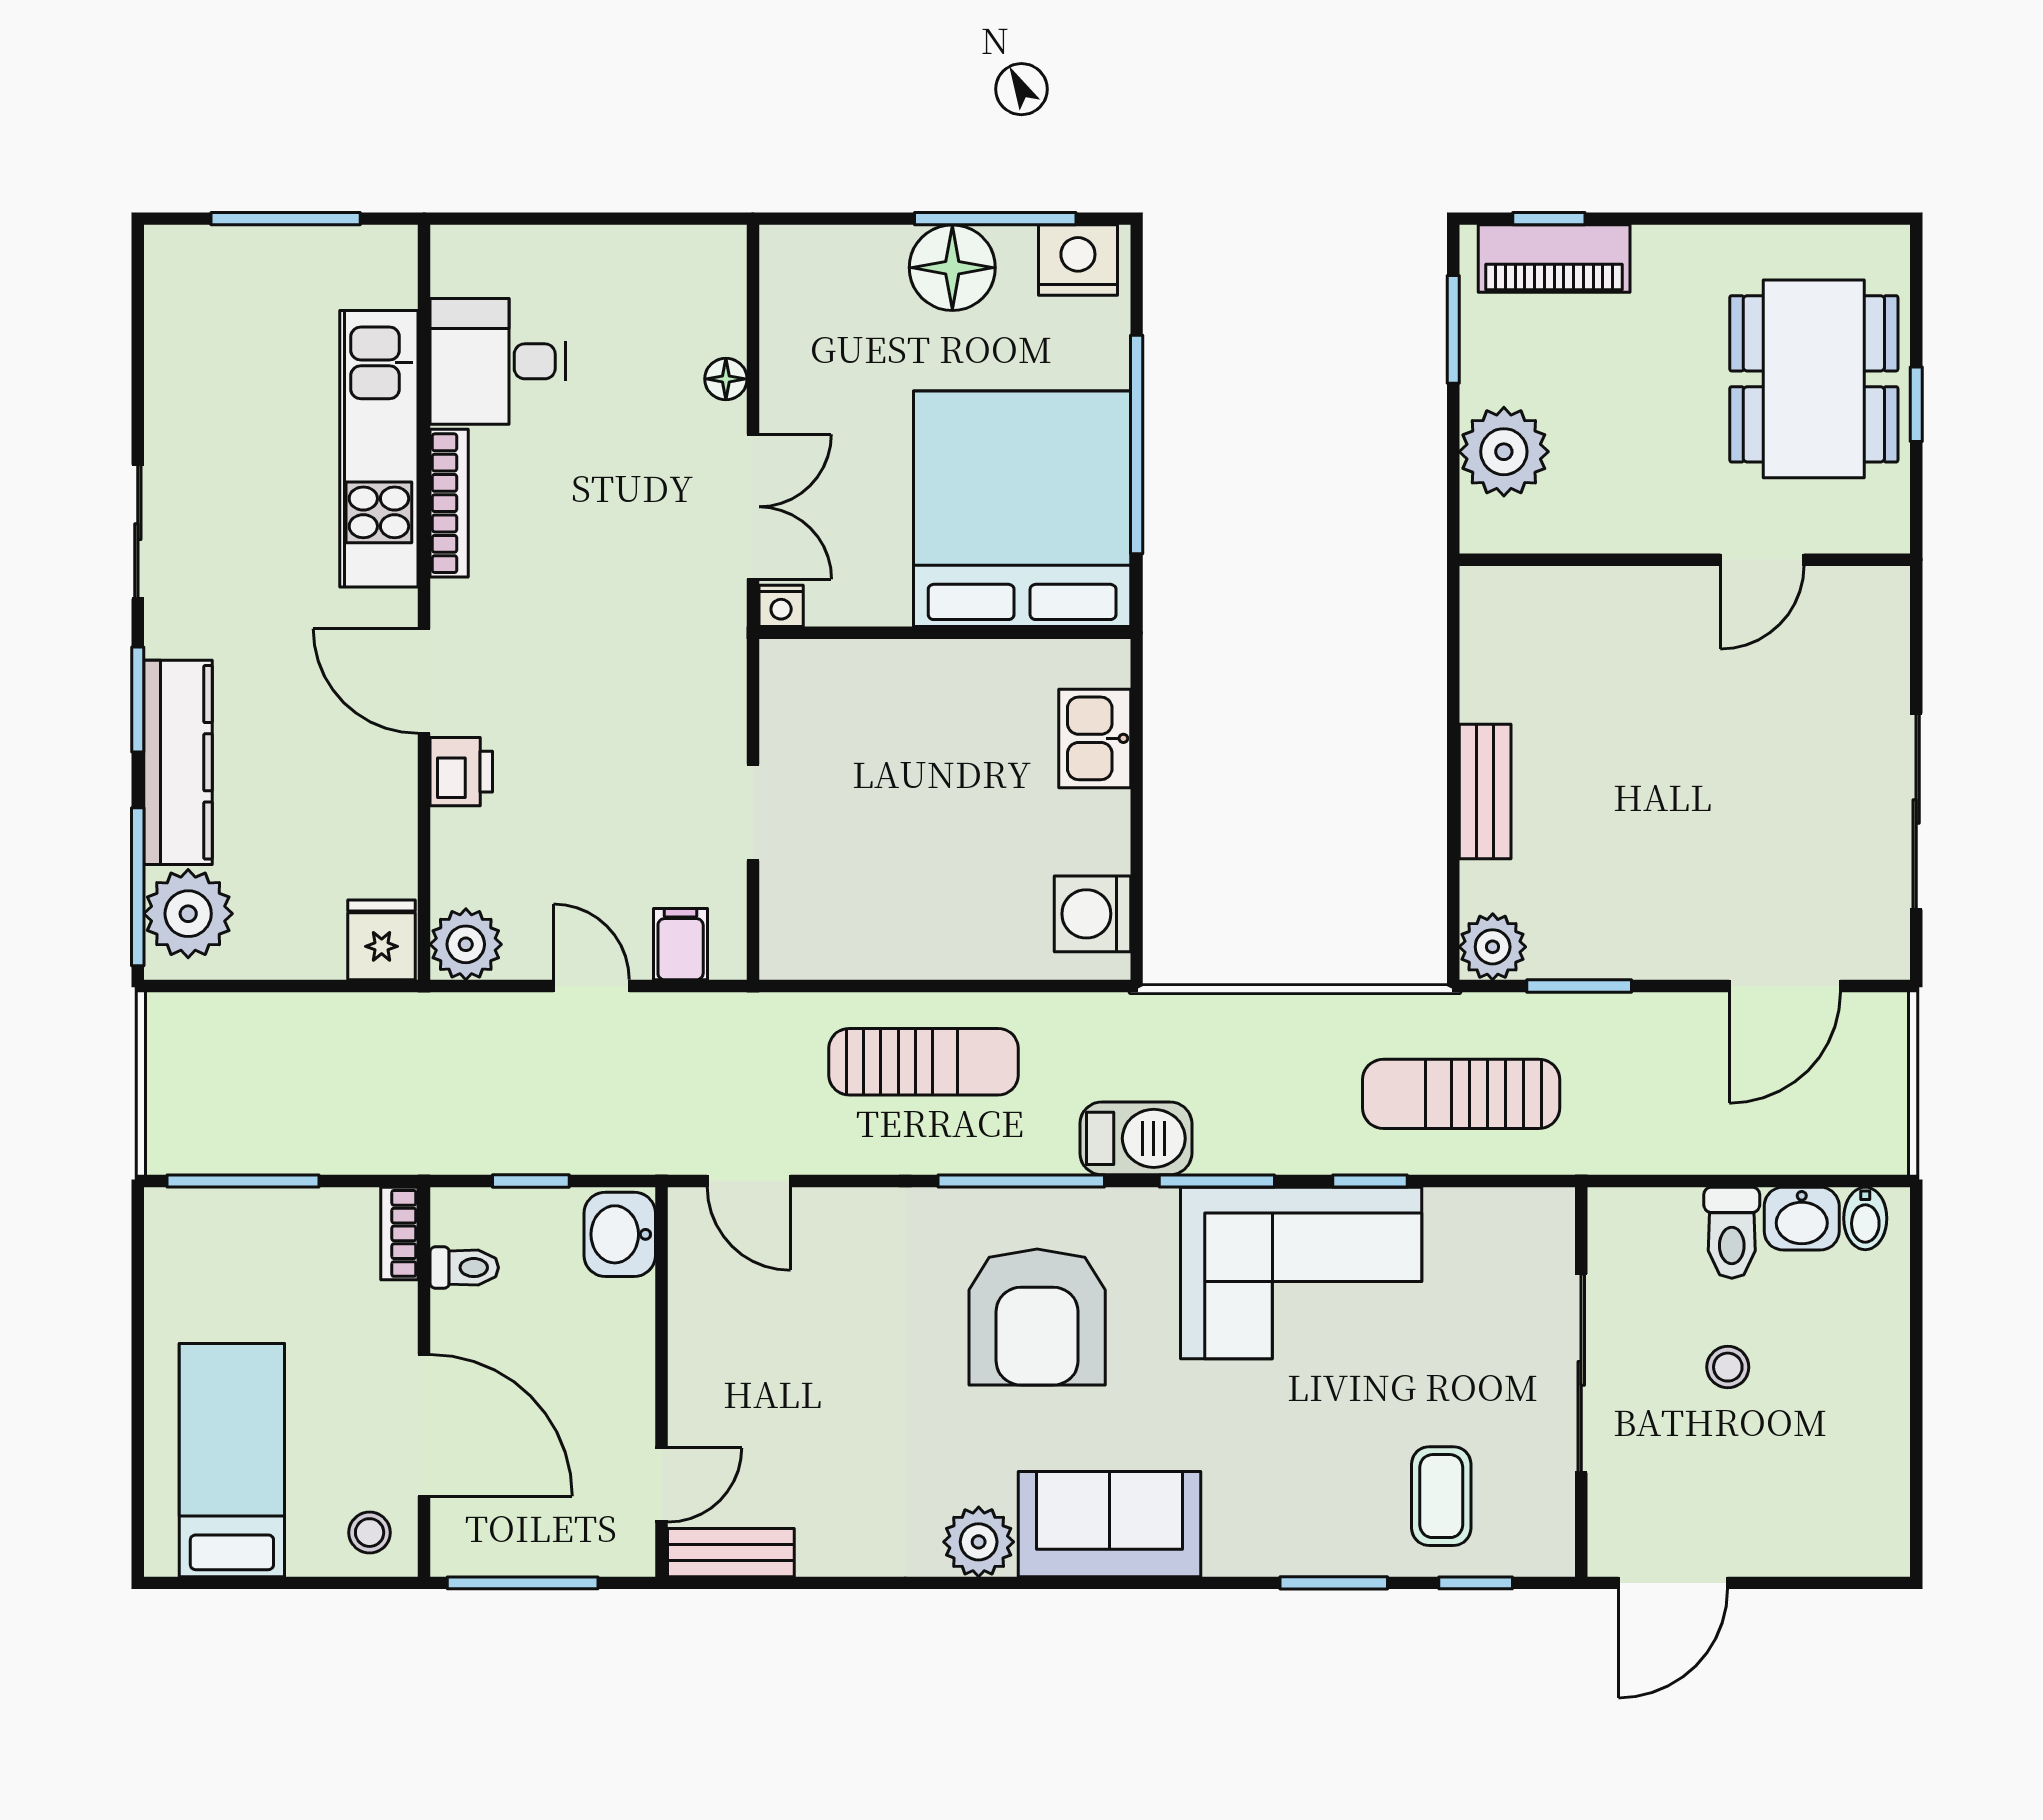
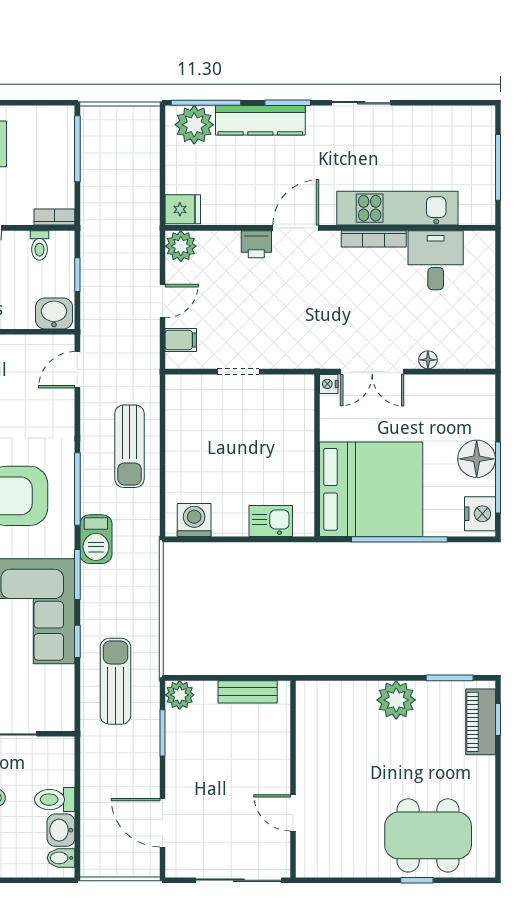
wall: (1685, 560) -> (293, 779), moved
door: (1762, 560) -> (293, 813), moved

